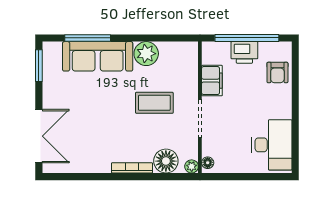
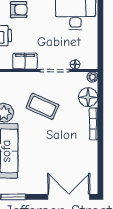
coffee table: (154, 103) -> (42, 106), turned -66
floor lamp: (208, 163) -> (75, 64), moved

